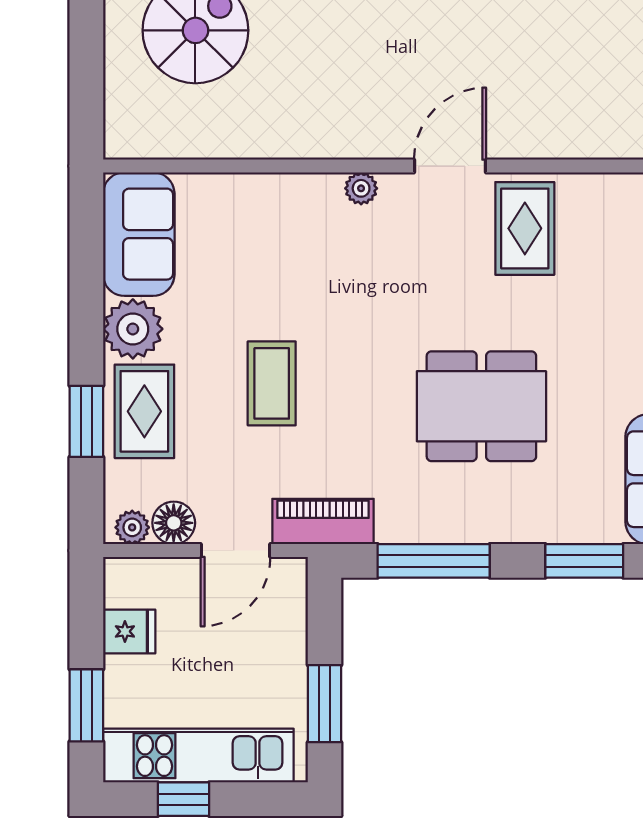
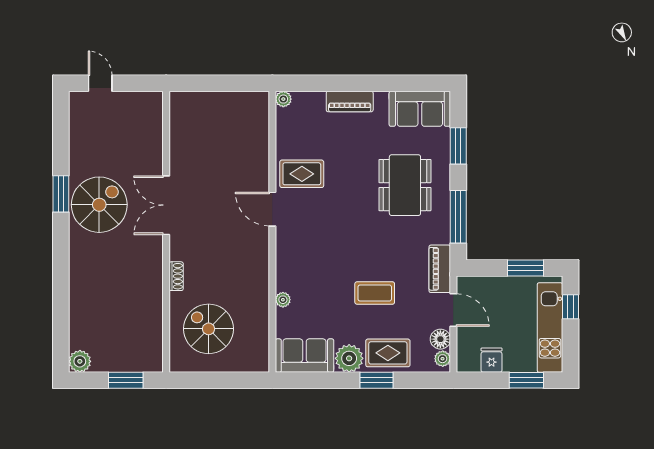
plant: (361, 188) -> (283, 300), moved
dining table: (481, 406) -> (405, 185), moved
window: (86, 421) -> (376, 380), moved
window: (183, 799) -> (570, 307), moved

